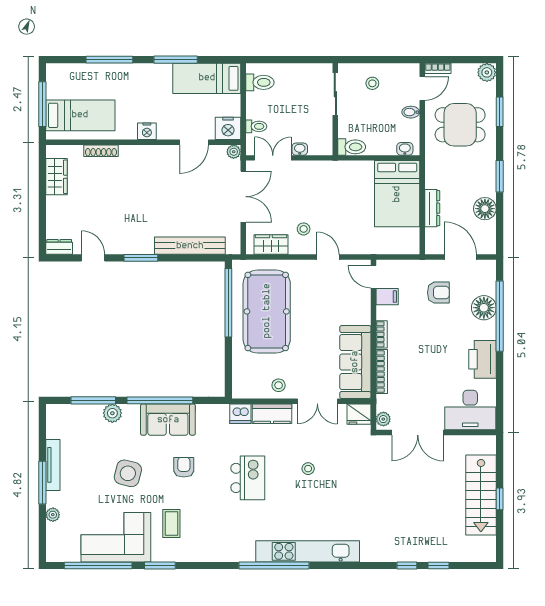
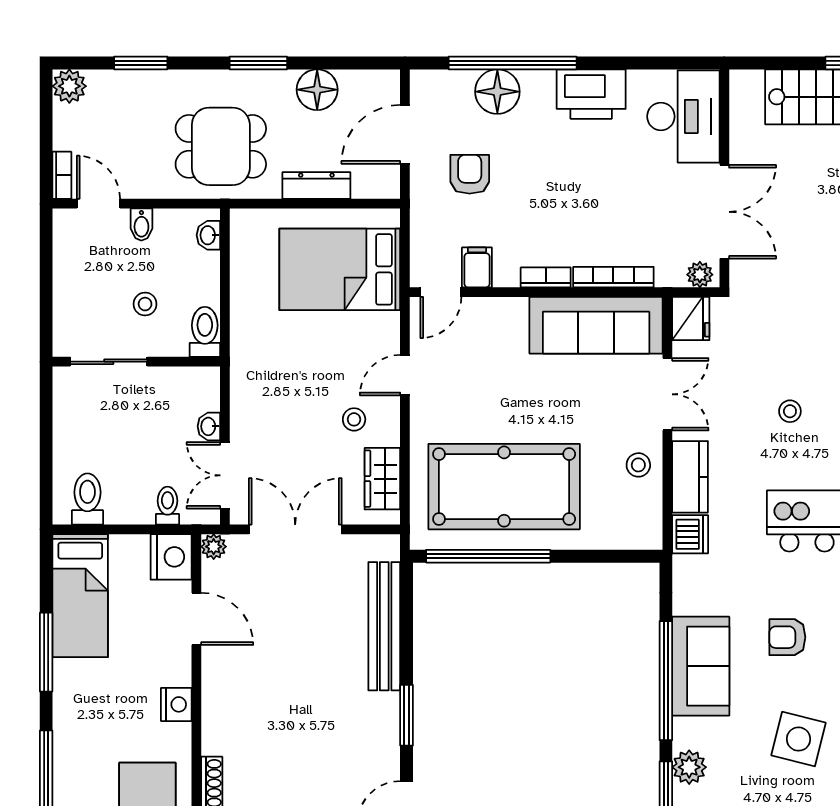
stool: (372, 83) -> (145, 304), moved
dining table: (460, 125) -> (221, 146), moved, turned 90
bed: (397, 194) -> (340, 269), moved, turned 180

